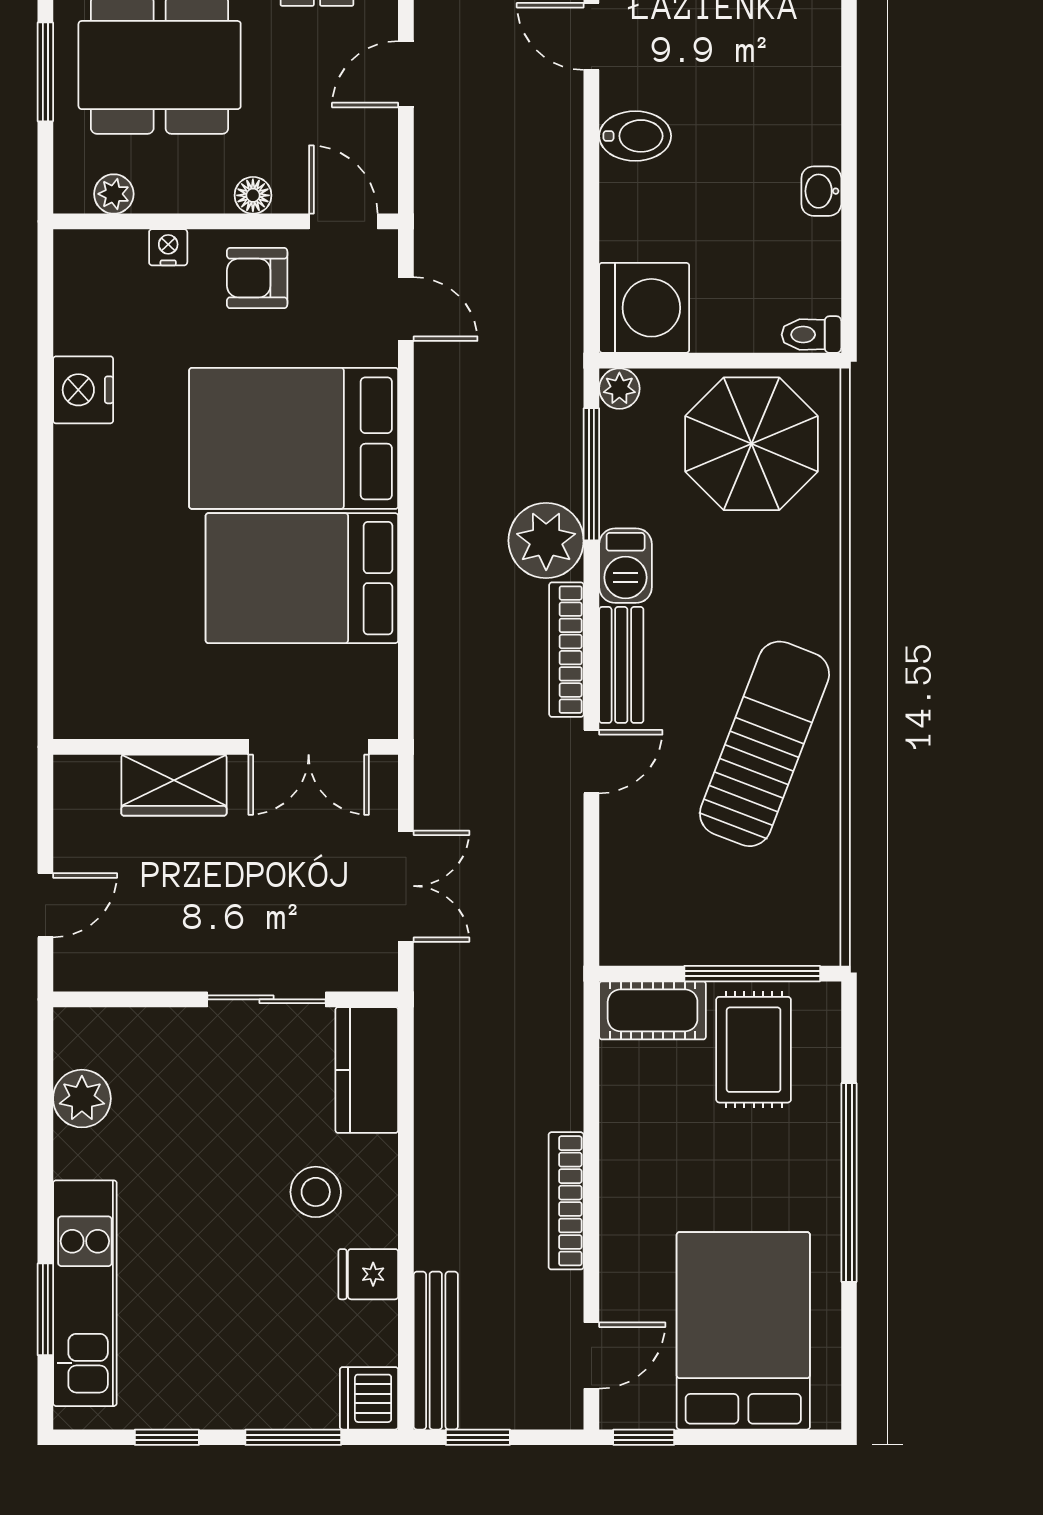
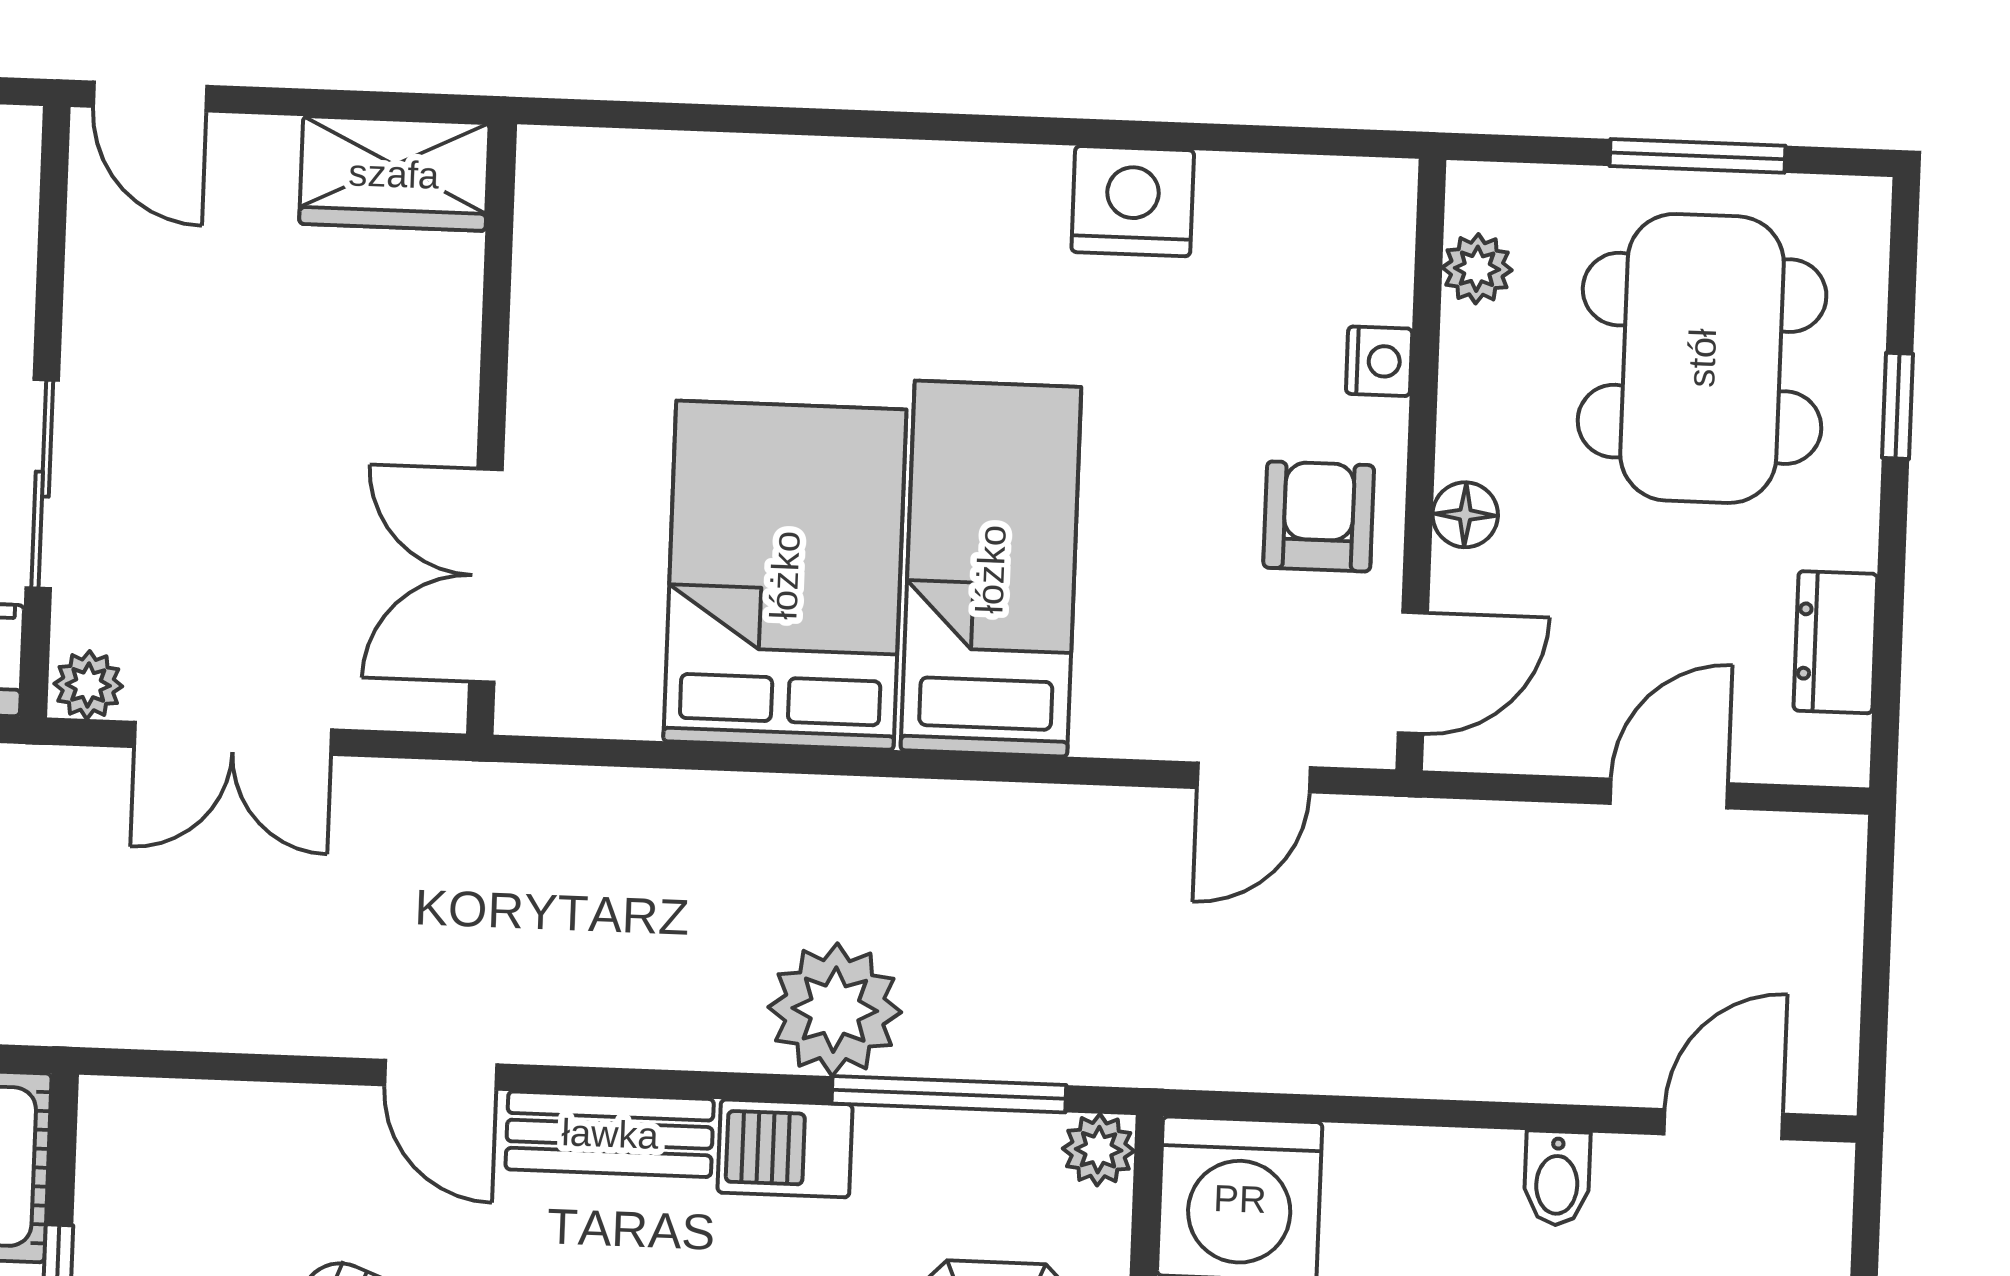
door: (406, 74) -> (1669, 794), hinge flipped
bidet: (635, 136) -> (1557, 1178), width x0.72, depth x0.74
bed: (294, 438) -> (991, 569), width x0.67
bookcase: (566, 650) -> (640, 1038), removed
wardrobe: (174, 785) -> (394, 174), moved, turned -90
door: (45, 905) -> (150, 96), moved
plant: (379, 969) -> (88, 685), added

